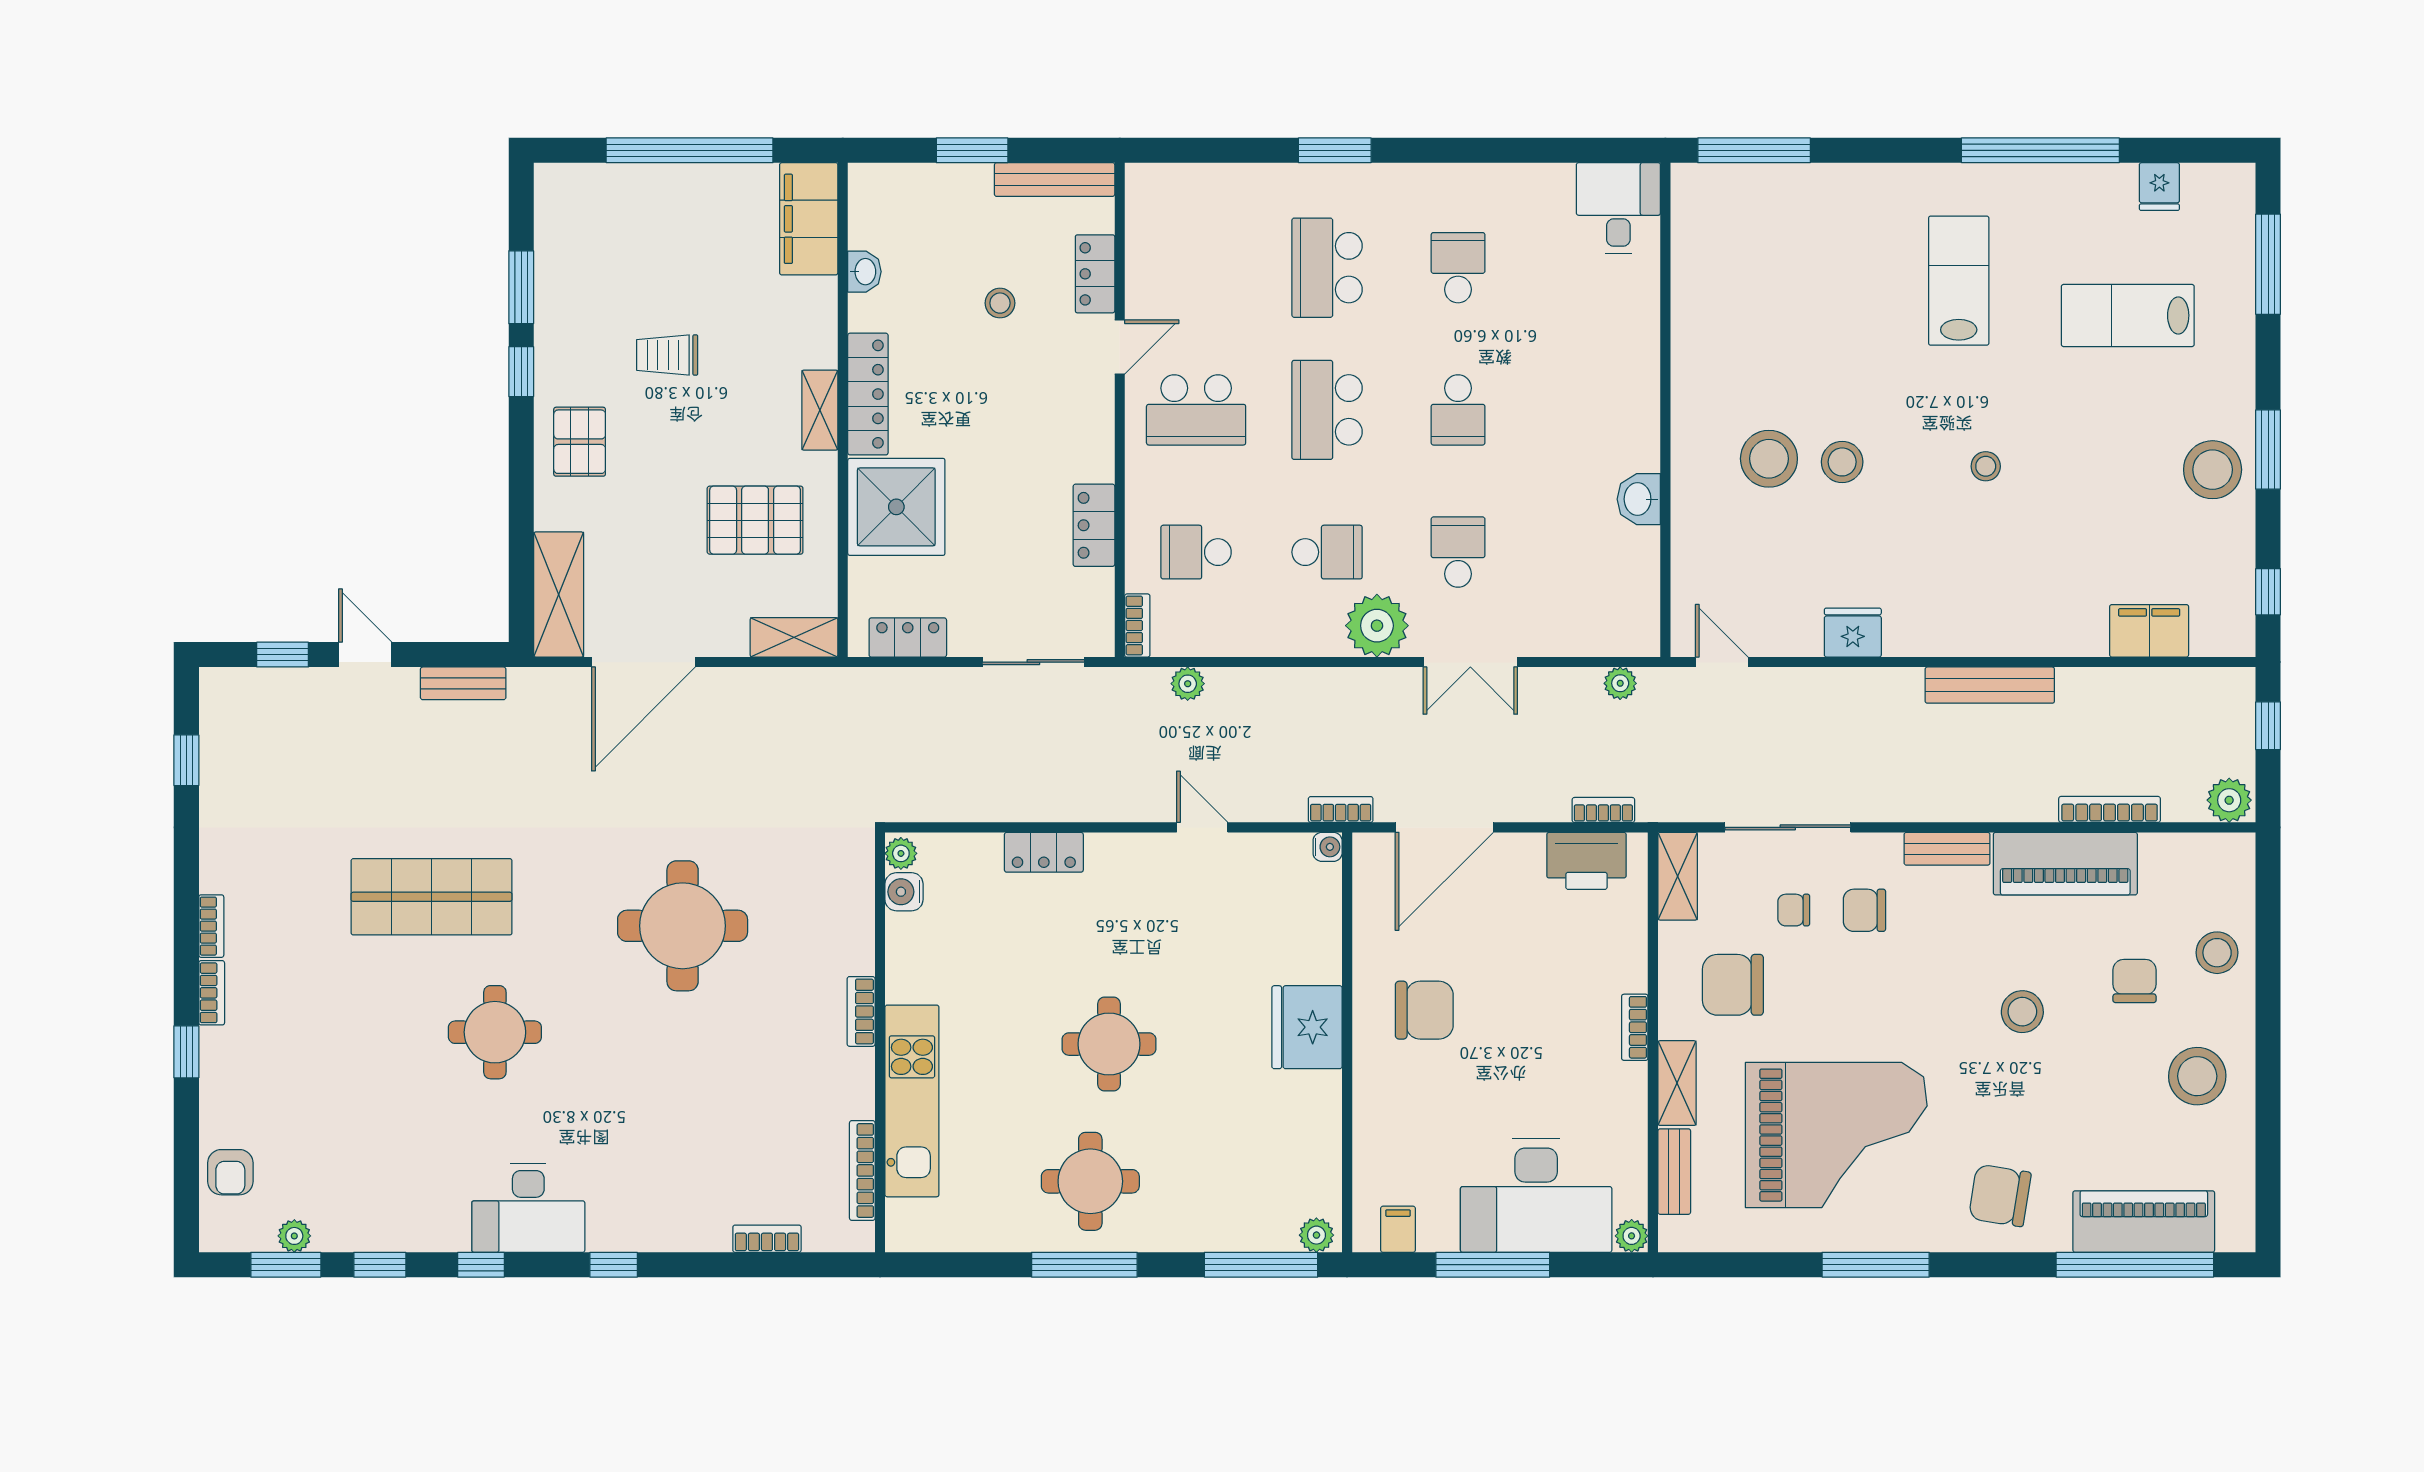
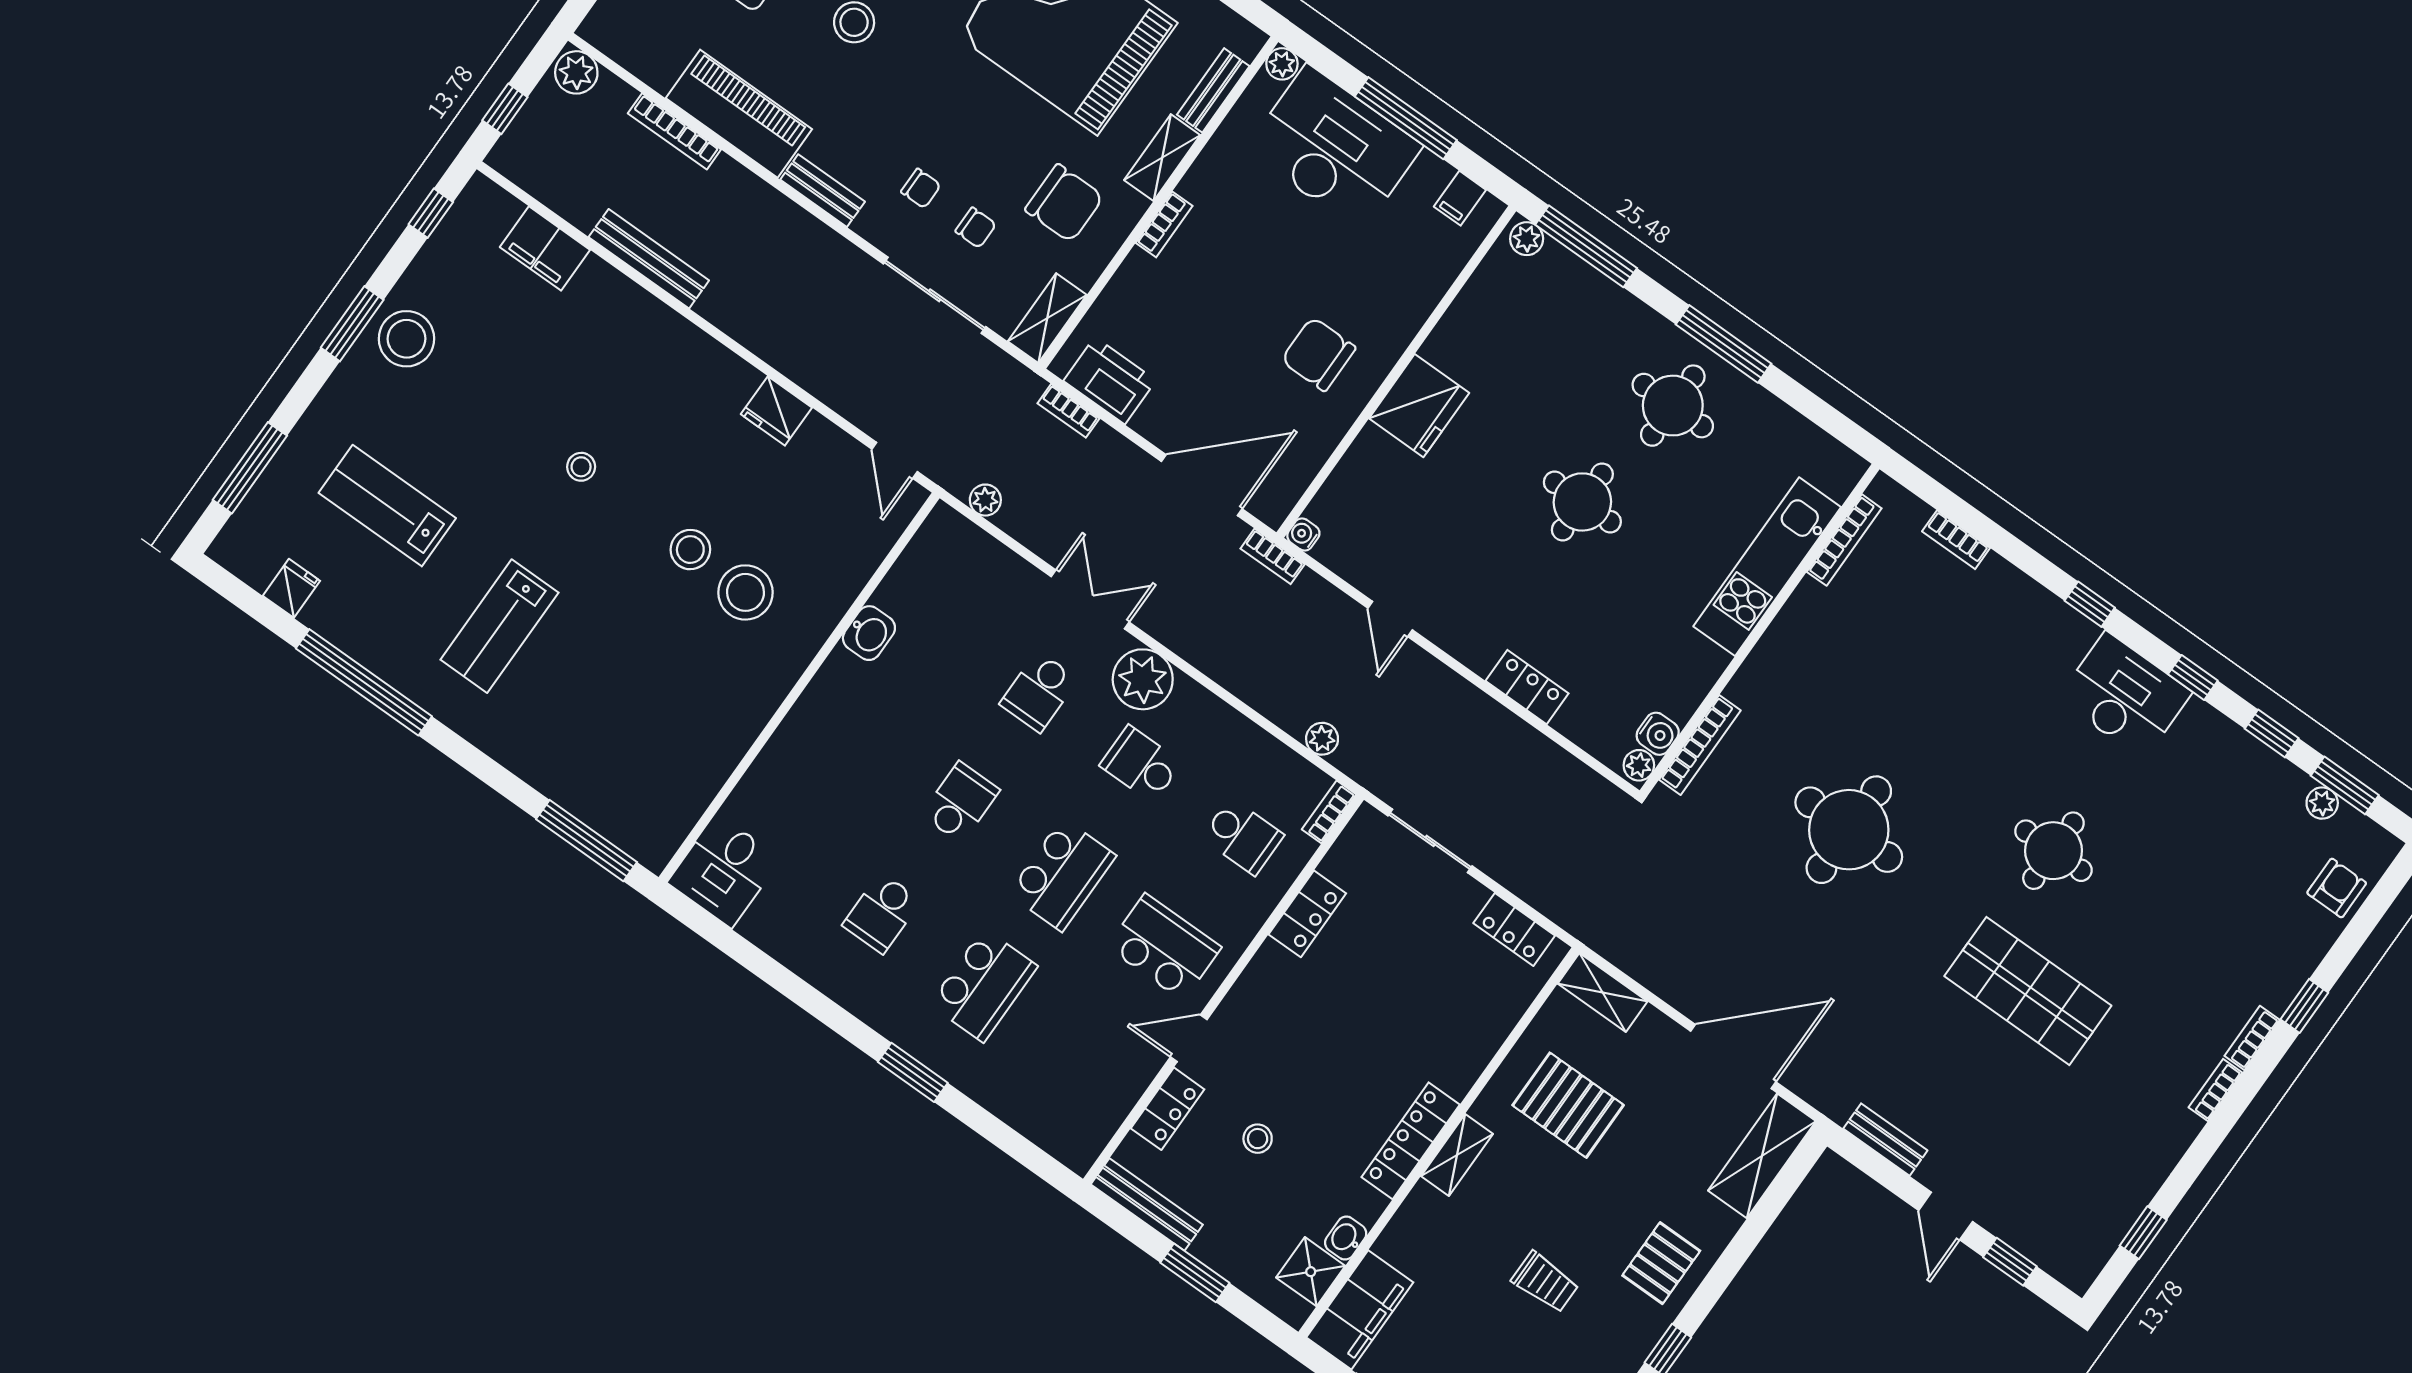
lab bench: (2128, 315) -> (387, 506), turned 180
shower: (896, 507) -> (1311, 1272), moved, width x0.54, depth x0.54
bench: (1990, 685) -> (649, 259), moved
chair: (1864, 910) -> (921, 188), width x0.73, depth x0.73
bookcase: (861, 1011) -> (1700, 745), moved, width x1.56

